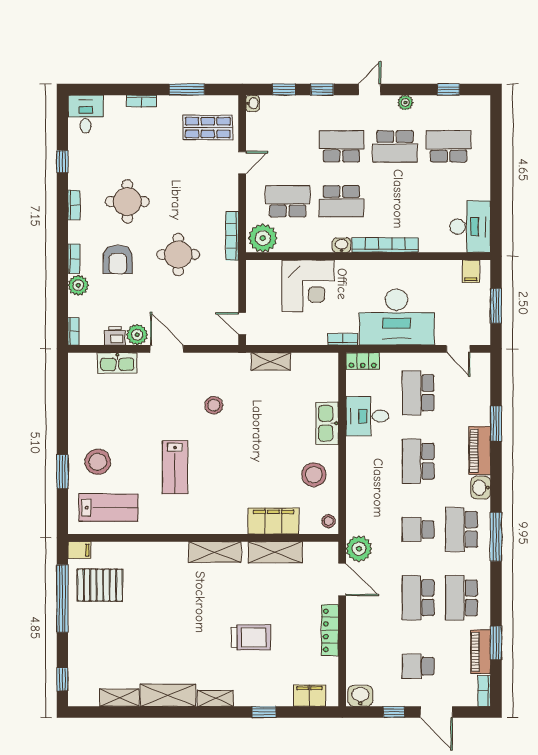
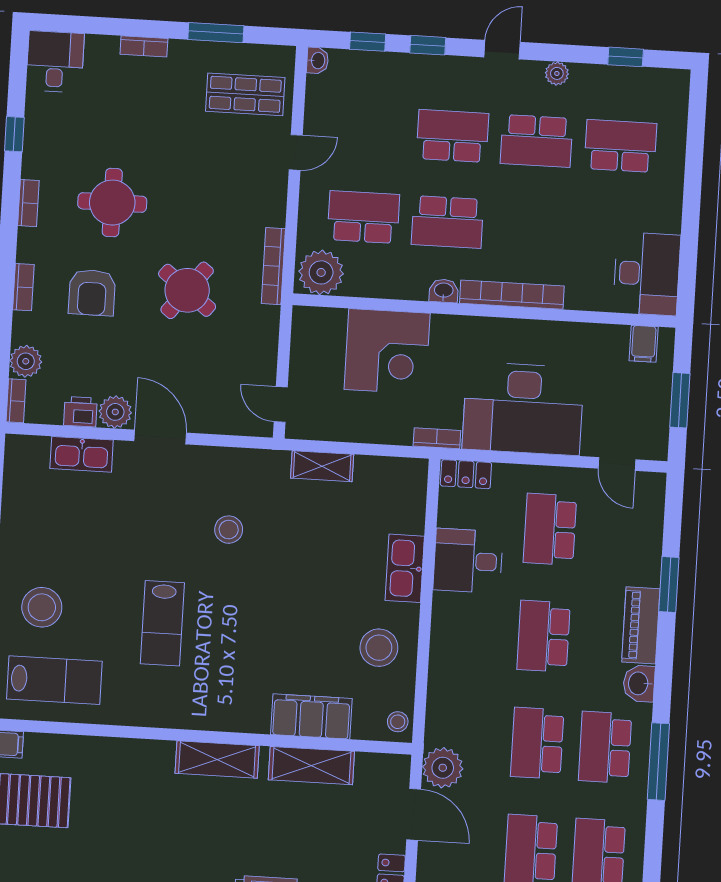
round table: (178, 255) -> (187, 290), turned 38
plant: (78, 285) -> (26, 361), moved
school desk: (418, 529) -> (537, 743), width x1.85

